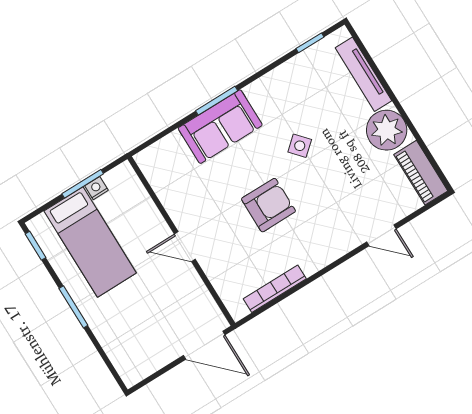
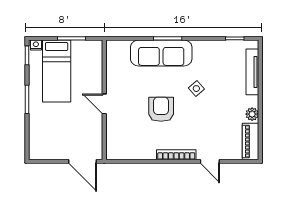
sofa: (220, 127) -> (161, 53), width x1.36
plant: (387, 130) -> (252, 114), width x0.53, depth x0.53
nightstand: (96, 188) -> (36, 45), moved
armchair: (268, 205) -> (161, 109), turned -90
bookcase: (275, 289) -> (176, 155), moved

